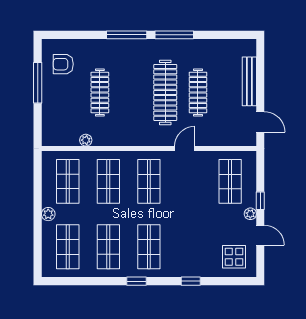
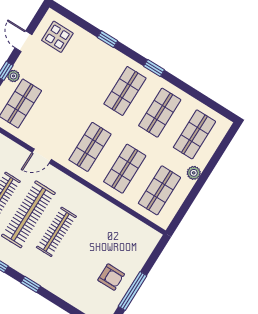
window: (127, 35) -> (31, 284), width x0.46
armchair: (63, 64) -> (111, 277), moved
clothes rail: (100, 92) -> (56, 232), moved
plant: (86, 140) -> (122, 216), removed
plant: (250, 214) -> (13, 76), moved

